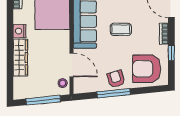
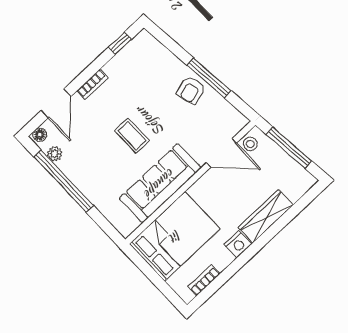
window: (171, 53) -> (120, 43), moved
door: (71, 65) -> (221, 153), swing flipped
armchair: (147, 69) -> (148, 67), removed

